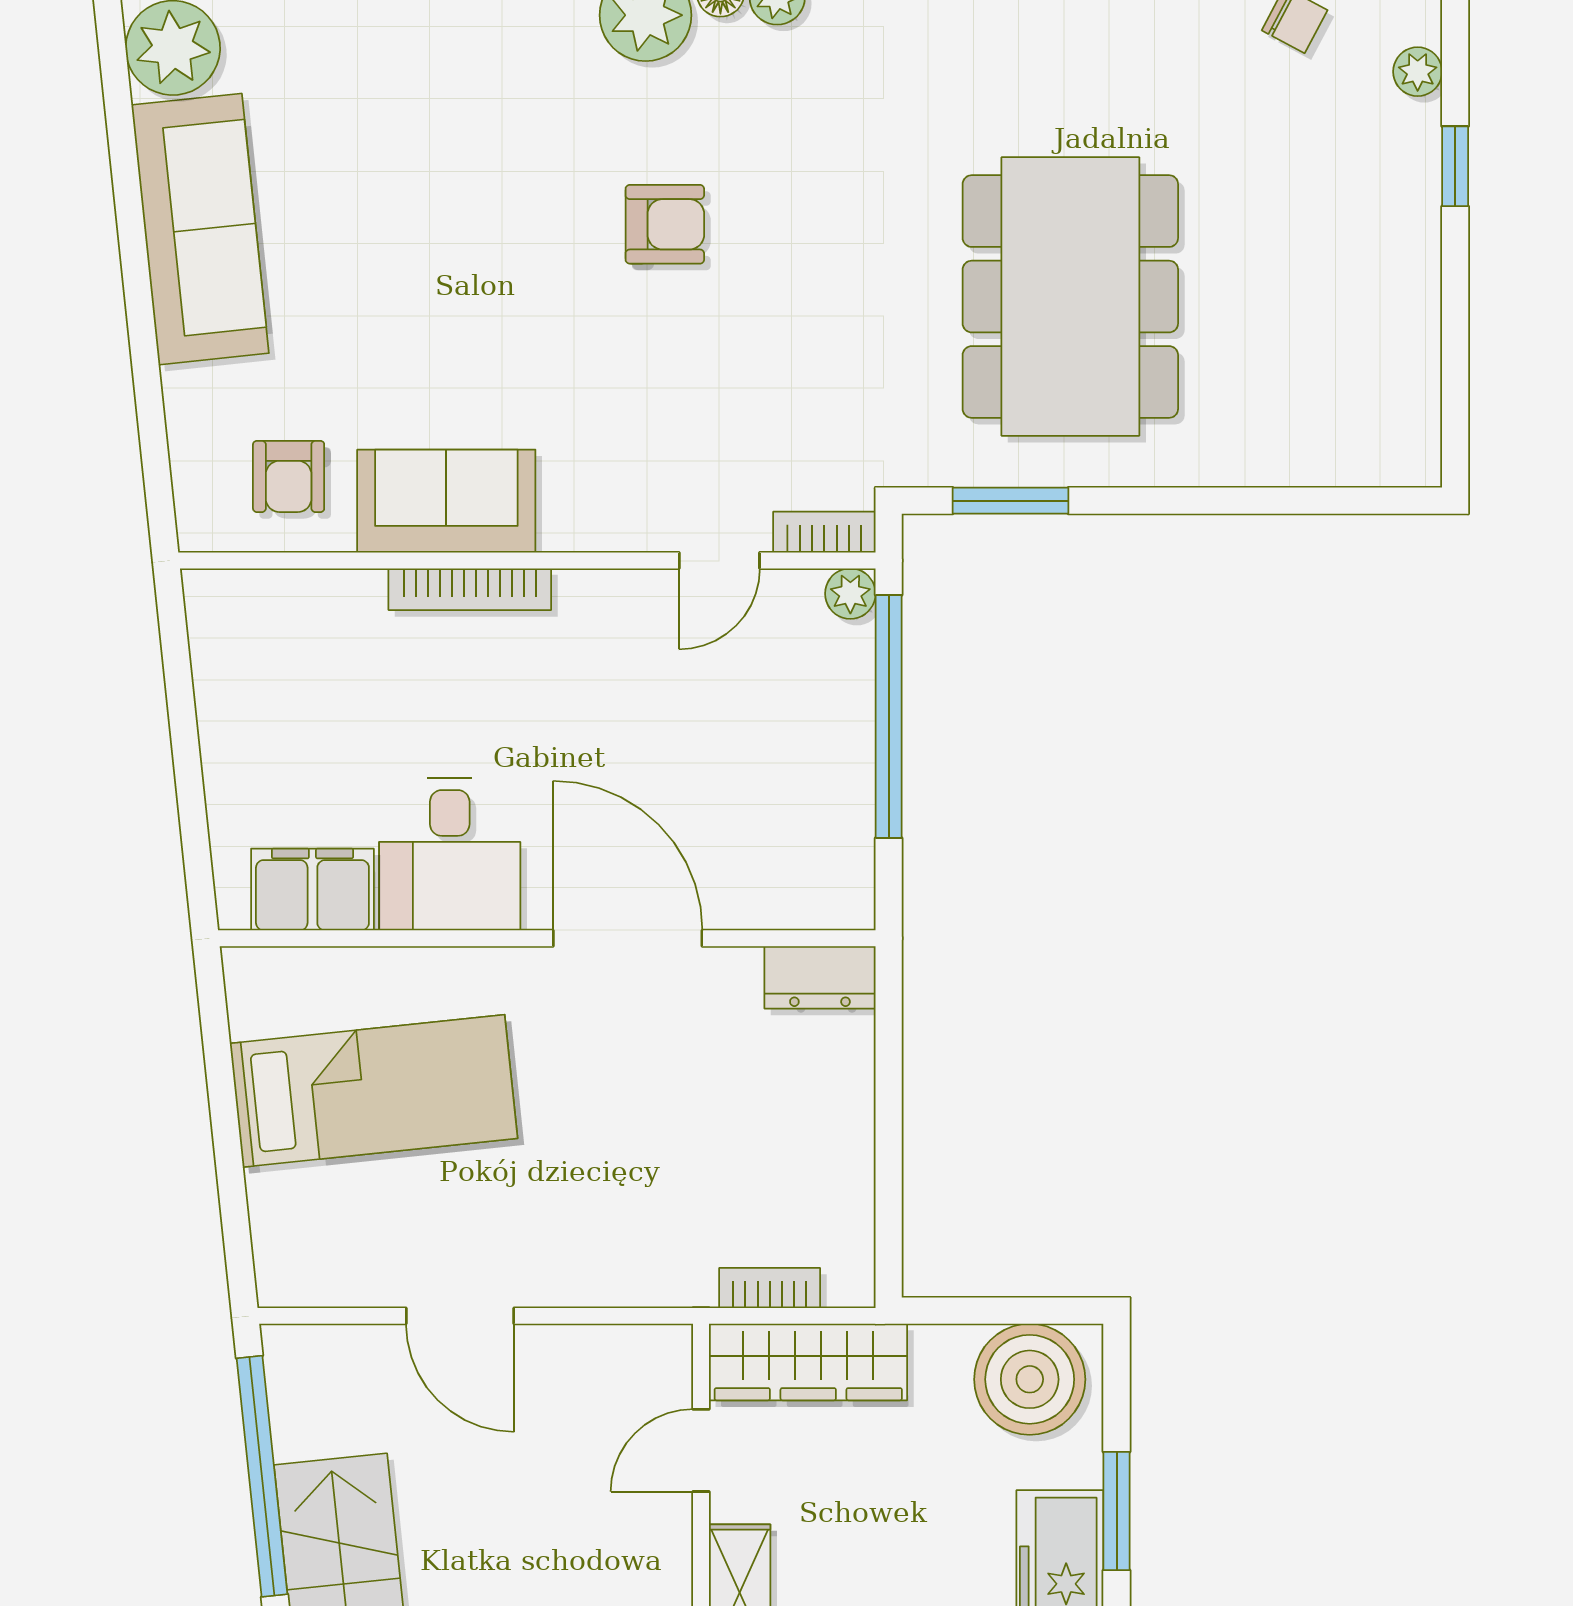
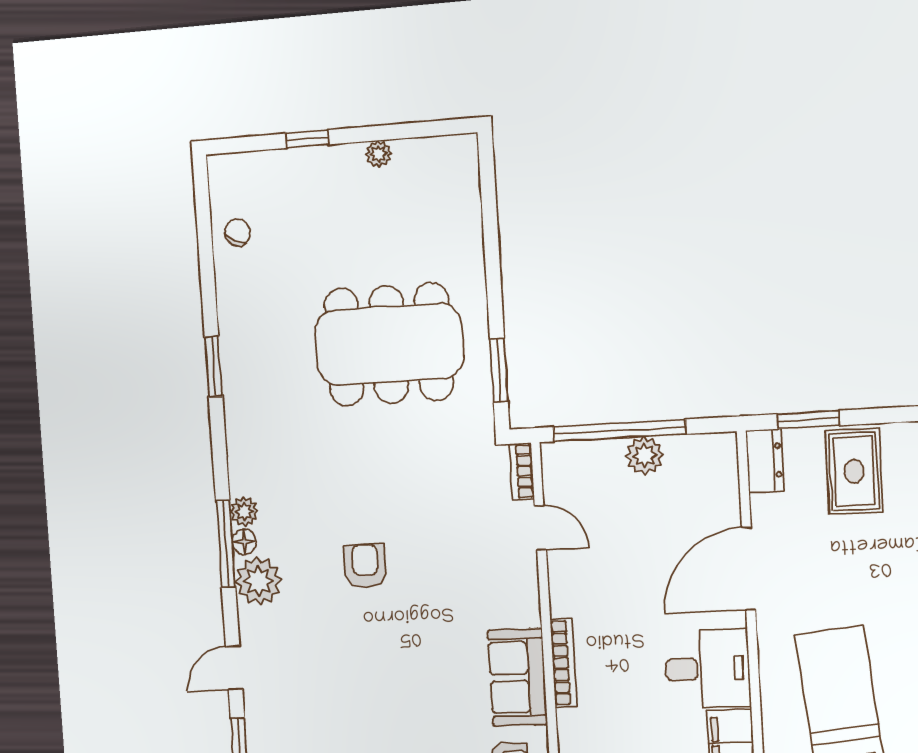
plant: (1418, 72) -> (379, 154), moved
plant: (850, 594) -> (644, 456), moved, width x1.38, depth x1.38
window: (889, 1059) -> (808, 420), added
rug: (793, 1135) -> (854, 471), added

